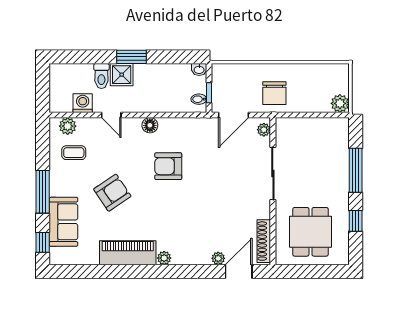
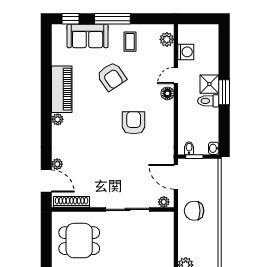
toilet: (101, 76) -> (208, 101), moved
floor lamp: (150, 125) -> (167, 93), moved
coffee table: (74, 153) -> (130, 42), moved

